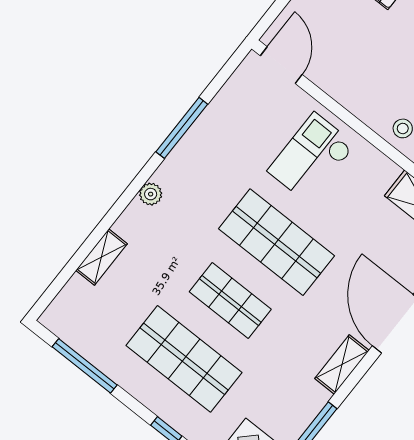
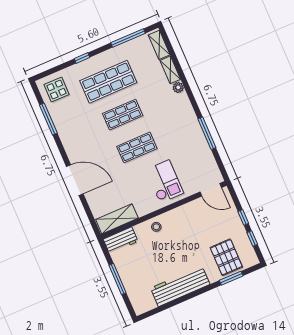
plant: (151, 194) -> (178, 87), moved
shop shelf: (277, 242) -> (137, 147), width x0.70, depth x0.74
shelving: (342, 364) -> (159, 45), moved

